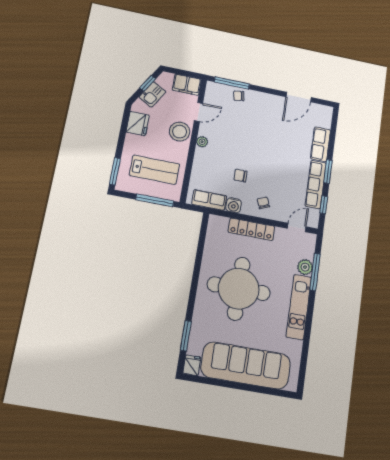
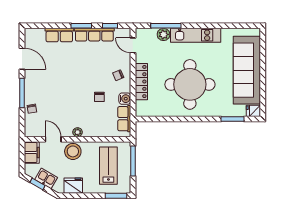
window: (232, 83) -> (22, 93), moved

